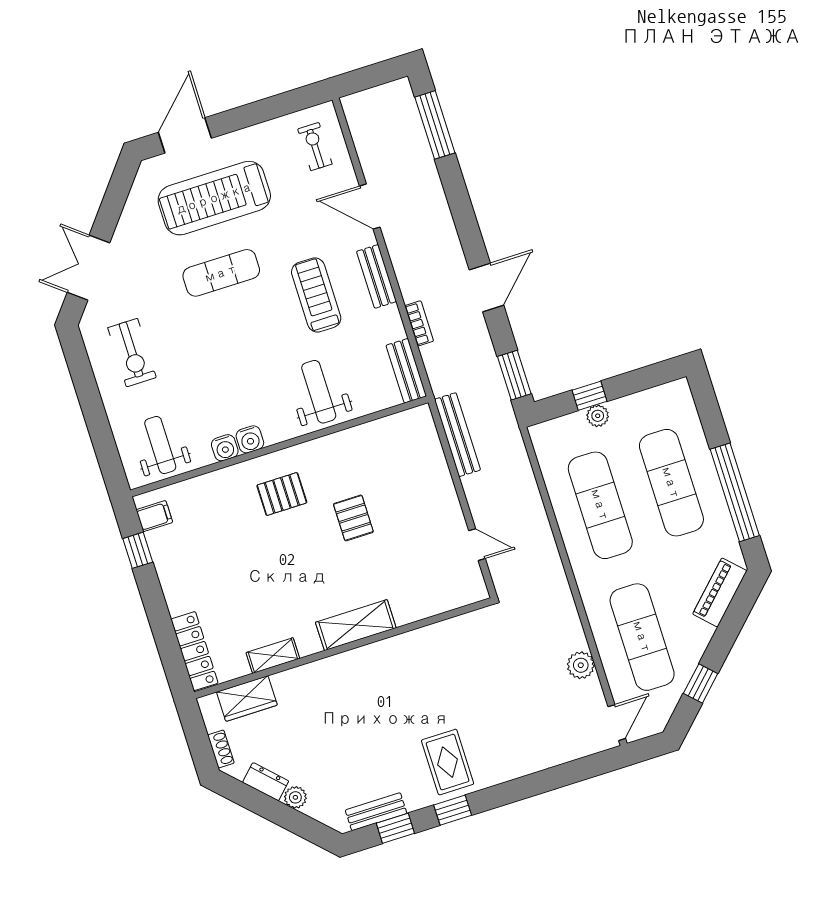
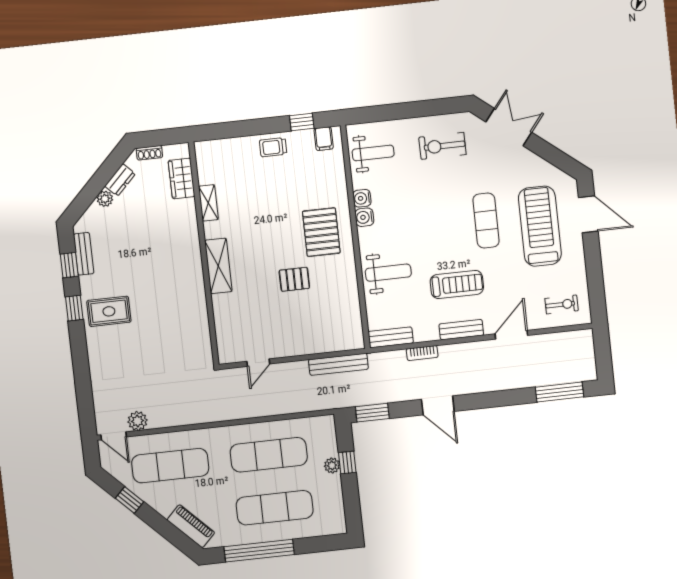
pallet: (282, 494) -> (321, 232), width x1.50, depth x1.42
trolley: (180, 582) -> (273, 147), added
locker: (194, 651) -> (222, 148), removed
plant: (581, 665) -> (138, 421), moved

